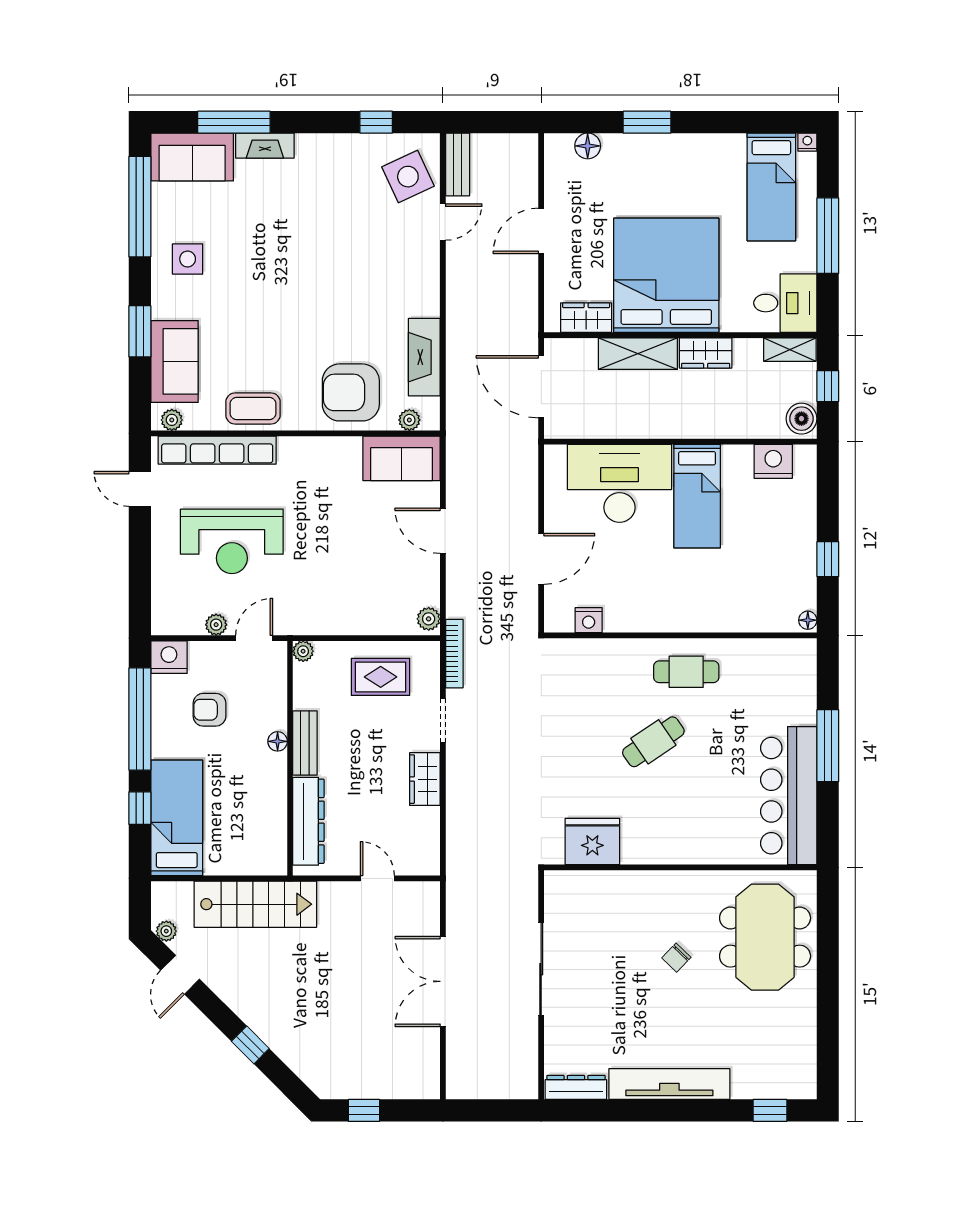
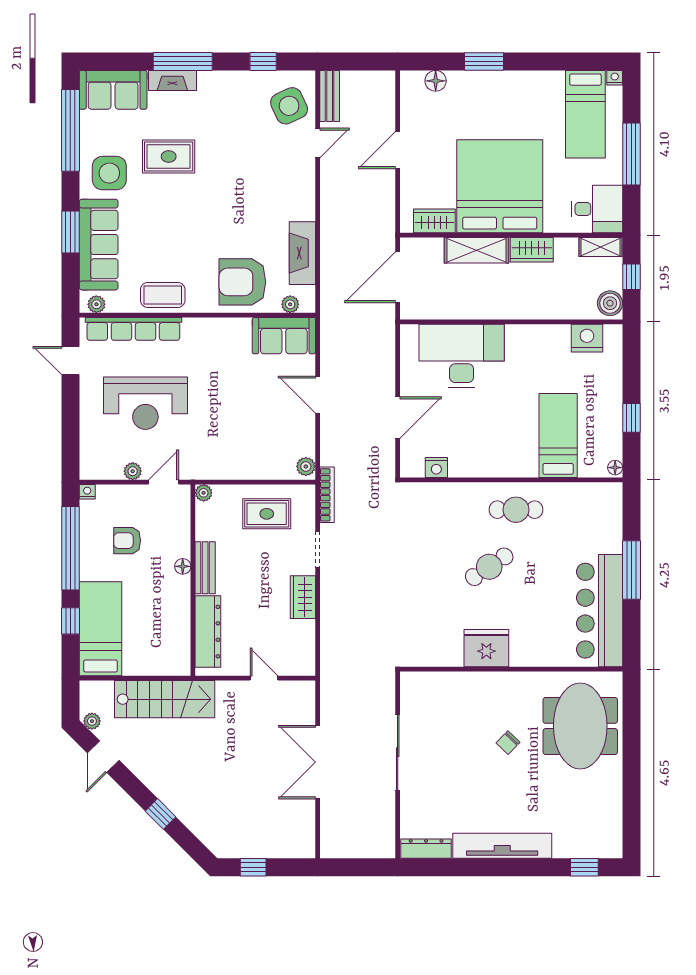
window: (234, 122) -> (183, 61), moved
rug: (260, 239) -> (169, 157), added
side table: (188, 259) -> (109, 173), width x1.37, depth x1.37
sofa: (174, 361) -> (99, 245), width x1.36
door: (541, 387) -> (398, 277), hinge flipped
bed: (697, 496) -> (558, 436), moved, turned 180
nightstand: (169, 657) -> (87, 492), width x0.53, depth x0.56
fridge: (592, 842) -> (486, 648), moved

